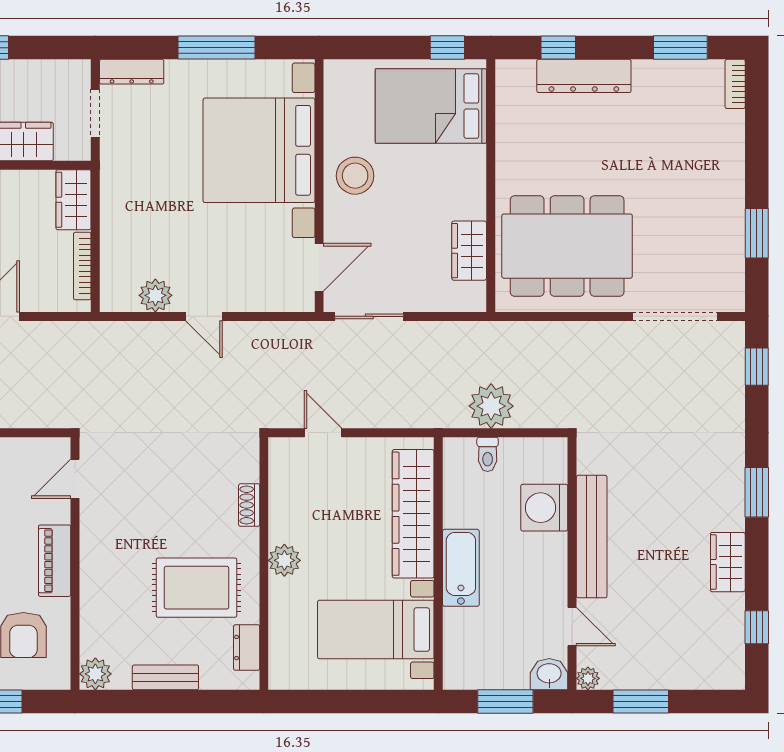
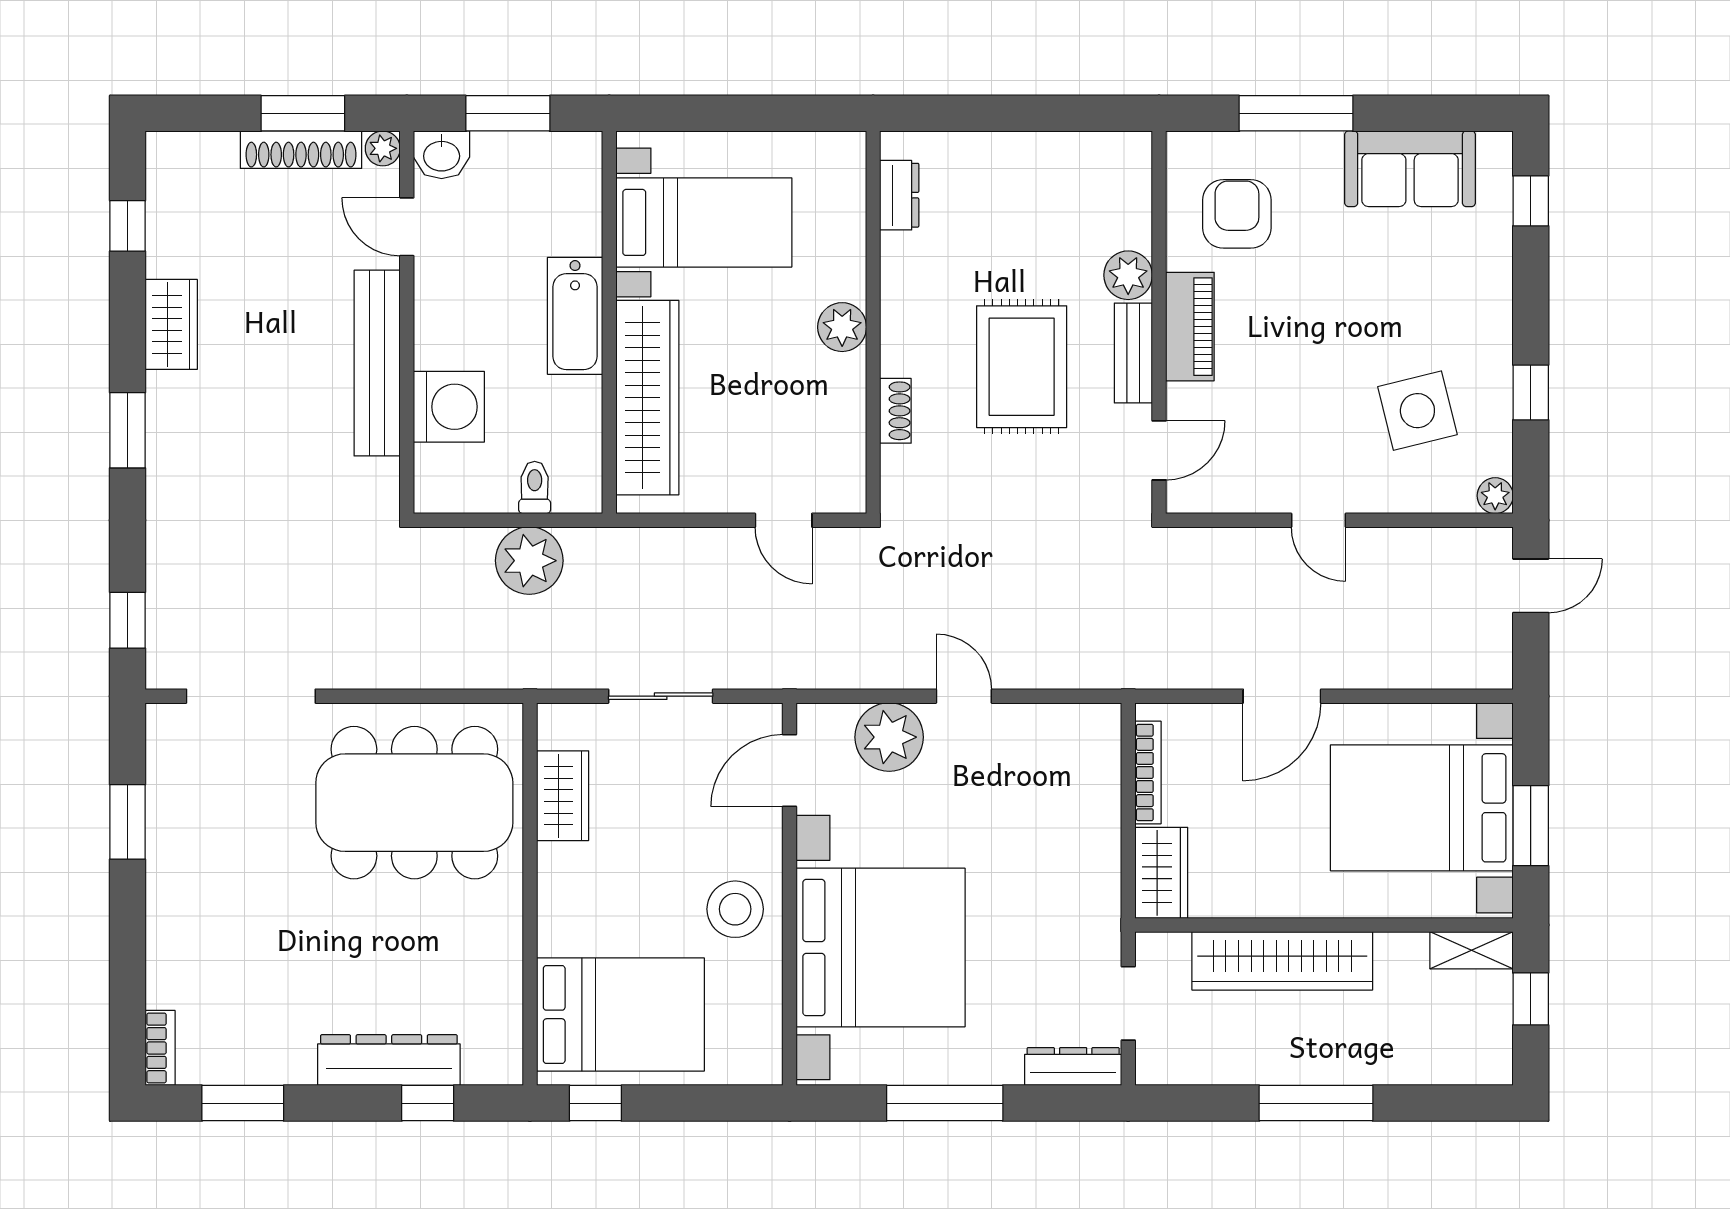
plant: (155, 295) -> (889, 737), moved, width x1.36, depth x1.36
sliding door: (369, 316) -> (661, 696), moved
rug: (197, 588) -> (1022, 367), moved, turned 90
plant: (95, 674) -> (1128, 275), moved
bench: (165, 677) -> (1133, 353), moved, turned 90
shoe rack: (642, 678) -> (301, 150), added

